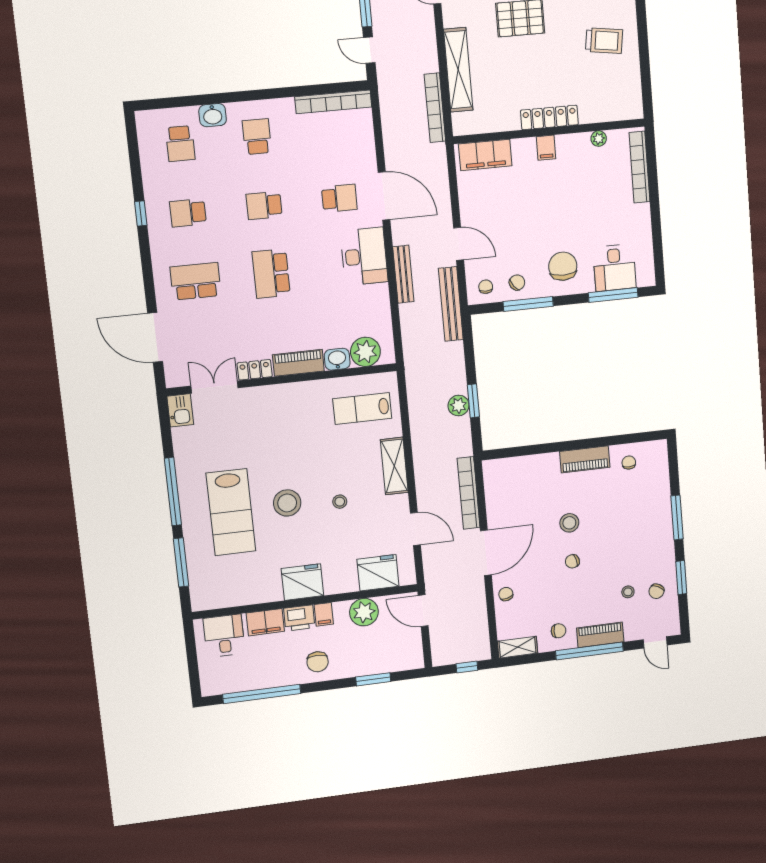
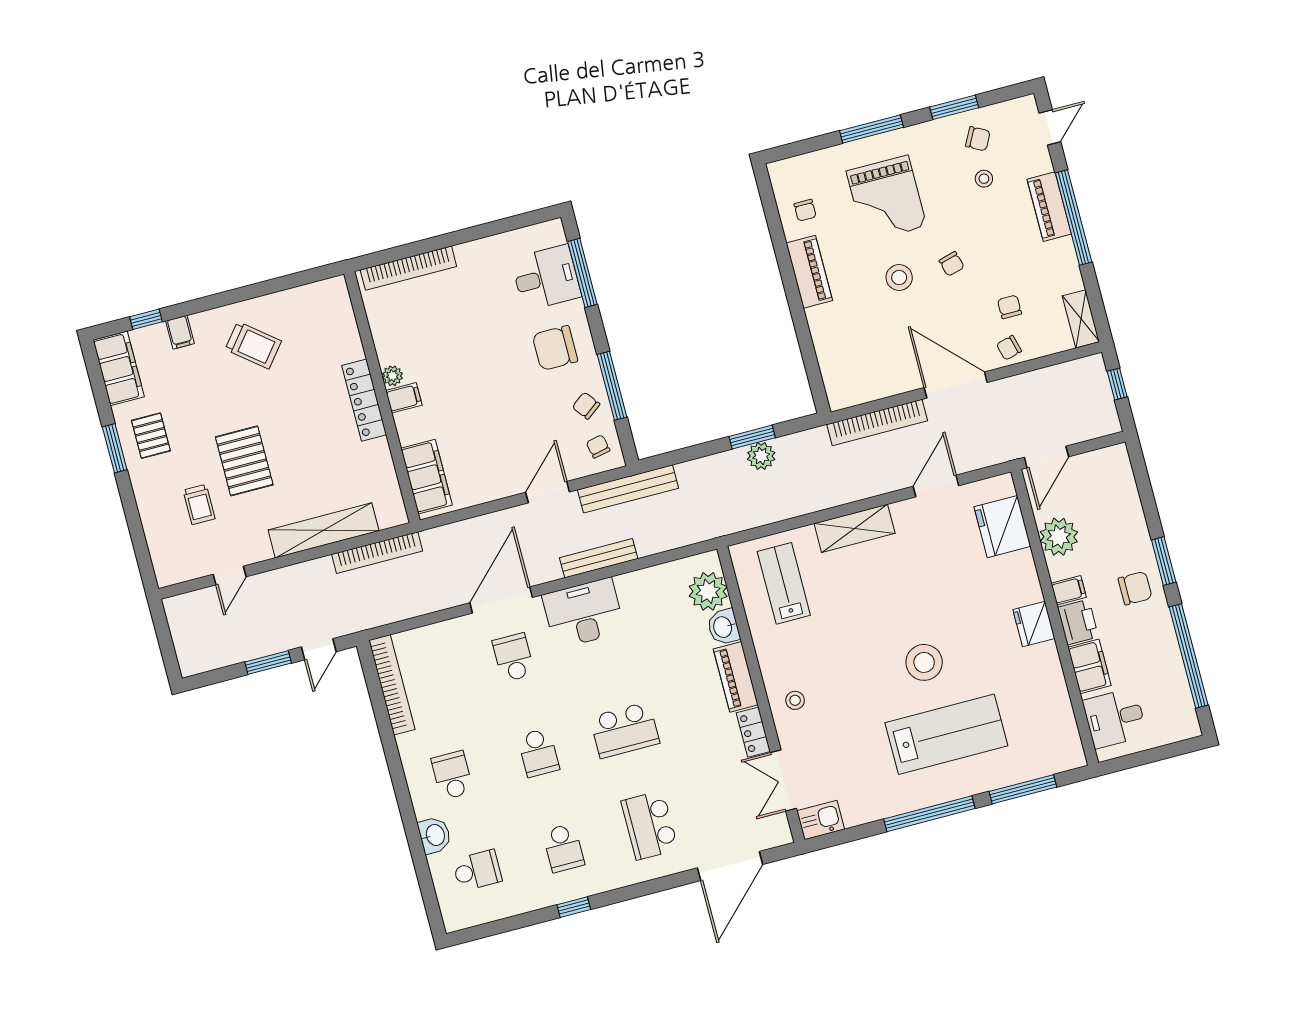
trolley: (604, 41) -> (253, 345), turned 121
school desk: (257, 137) -> (452, 775), turned 90
plant: (599, 139) -> (392, 376), moved
chair: (486, 287) -> (598, 446), turned 78
lab bench: (362, 409) -> (784, 583), turned 180
chair: (629, 463) -> (805, 210), turned -90
stool: (340, 502) -> (795, 700), moved
grand piano: (626, 521) -> (886, 199), added
fridge: (303, 582) -> (1034, 624), width x0.73, depth x0.75
chair: (559, 631) -> (1009, 307), moved
window: (373, 679) -> (1164, 561), moved

